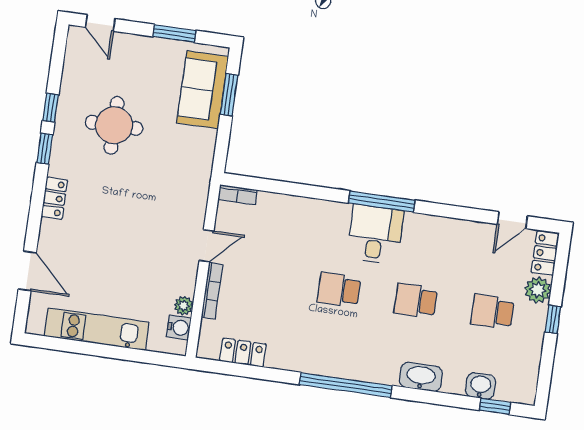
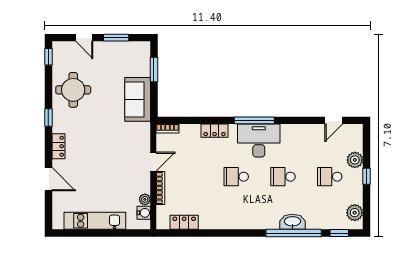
door: (100, 23) -> (84, 38), moved
sofa: (203, 90) -> (138, 99), moved
window: (51, 108) -> (48, 57), moved
round table: (114, 125) -> (73, 90), moved
desk: (375, 234) -> (259, 141), width x1.37
locker: (545, 253) -> (215, 131), moved, turned -90
door: (27, 271) -> (48, 179), moved
plant: (525, 376) -> (355, 213), added
window: (346, 385) -> (294, 233), moved
washbasin: (480, 386) -> (329, 222), removed

